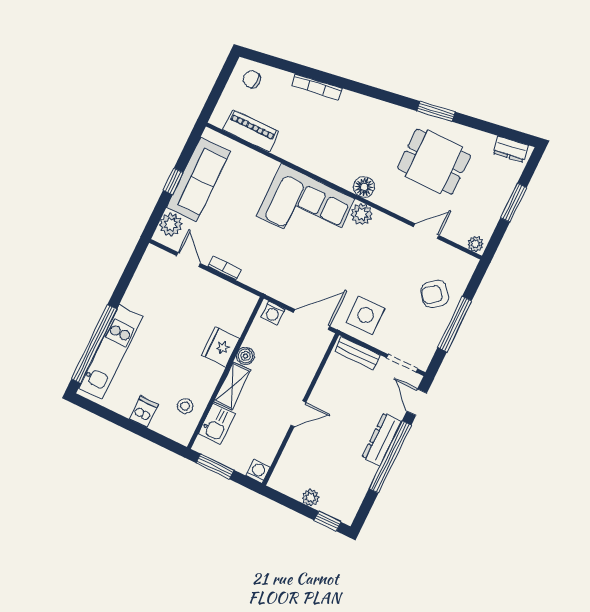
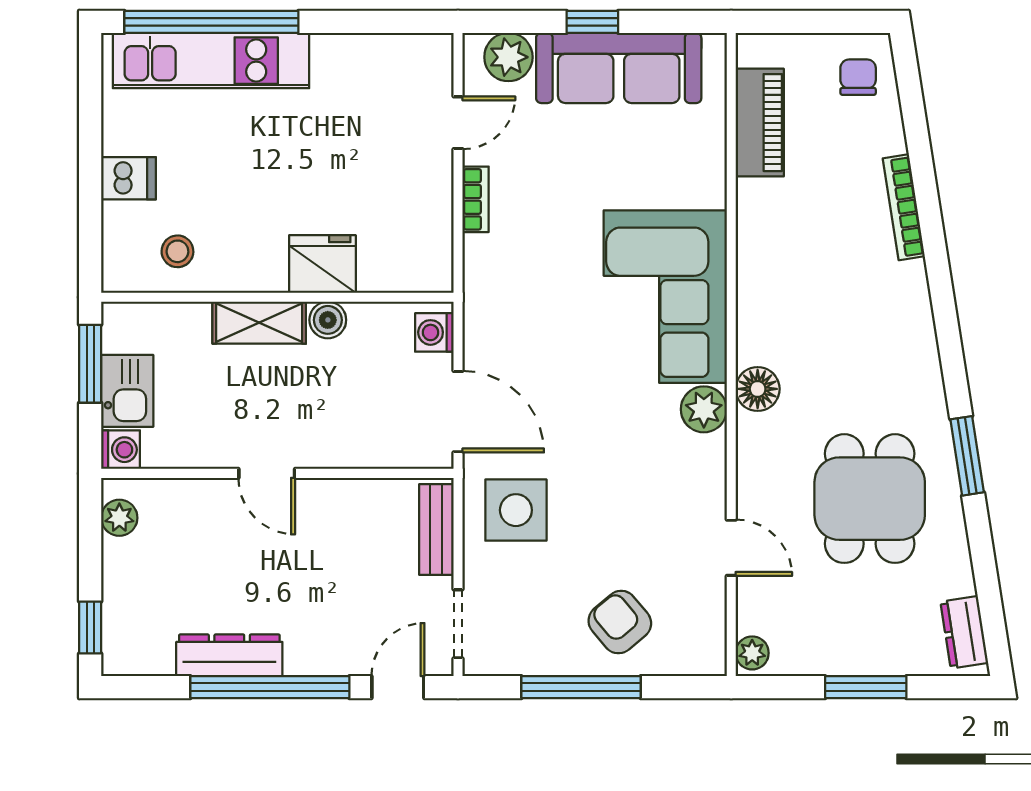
kitchen sink: (217, 424) -> (127, 391), moved, turned -90
dresser: (382, 439) -> (229, 655), moved
plant: (311, 498) -> (119, 518), moved

